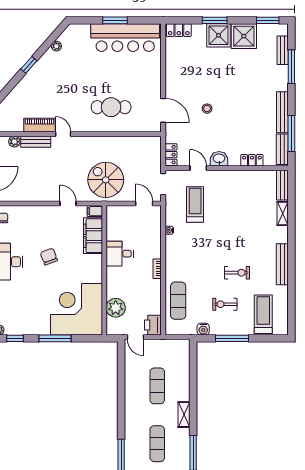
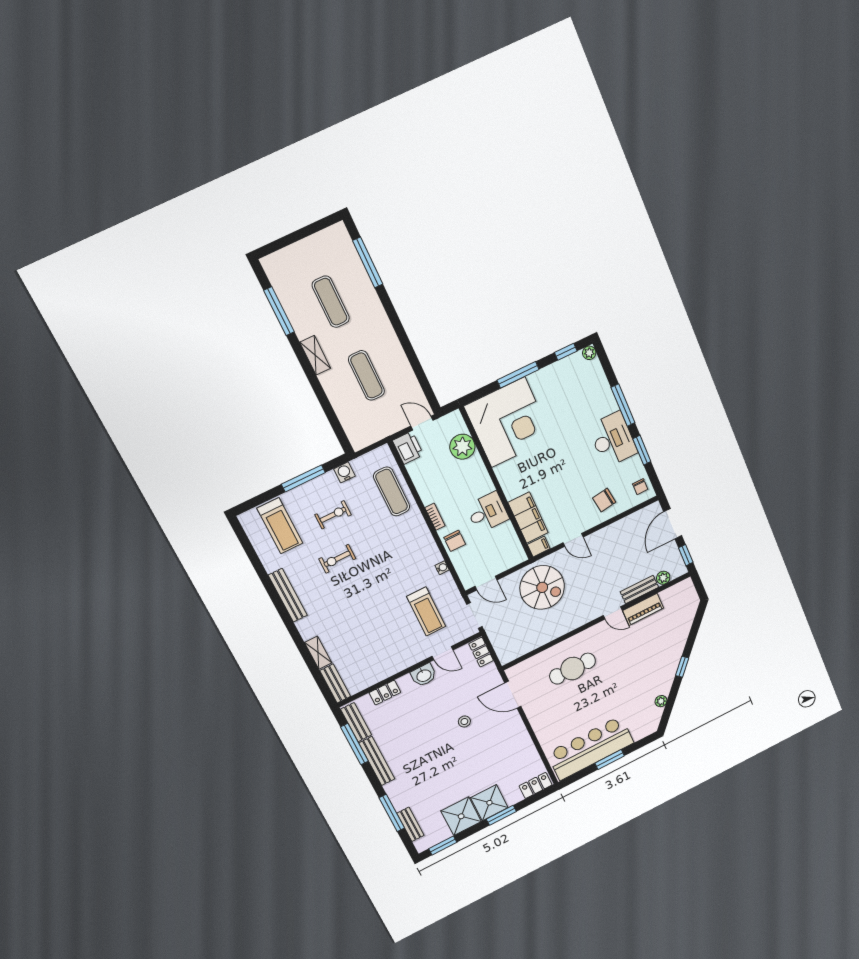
chair: (152, 245) -> (455, 541), added
chair: (49, 257) -> (604, 500), moved, turned 103

